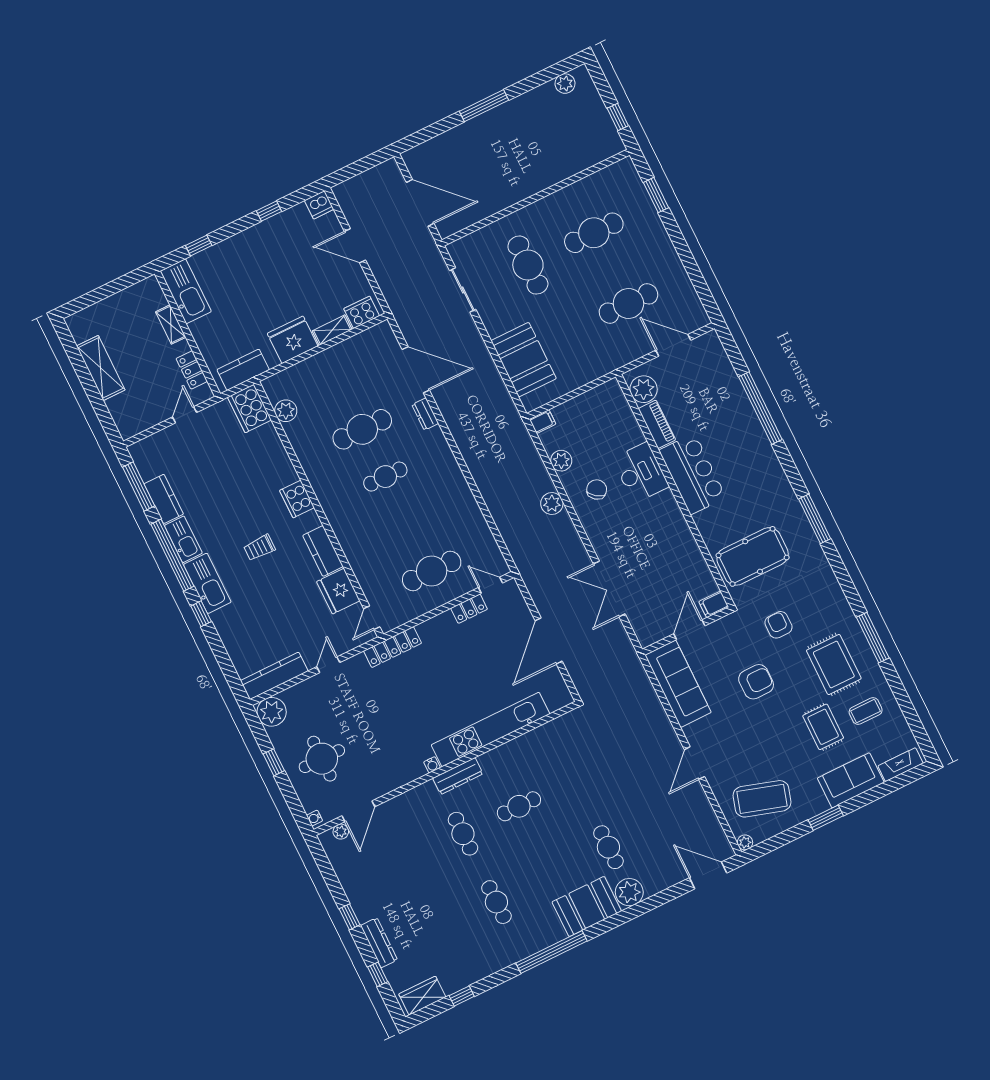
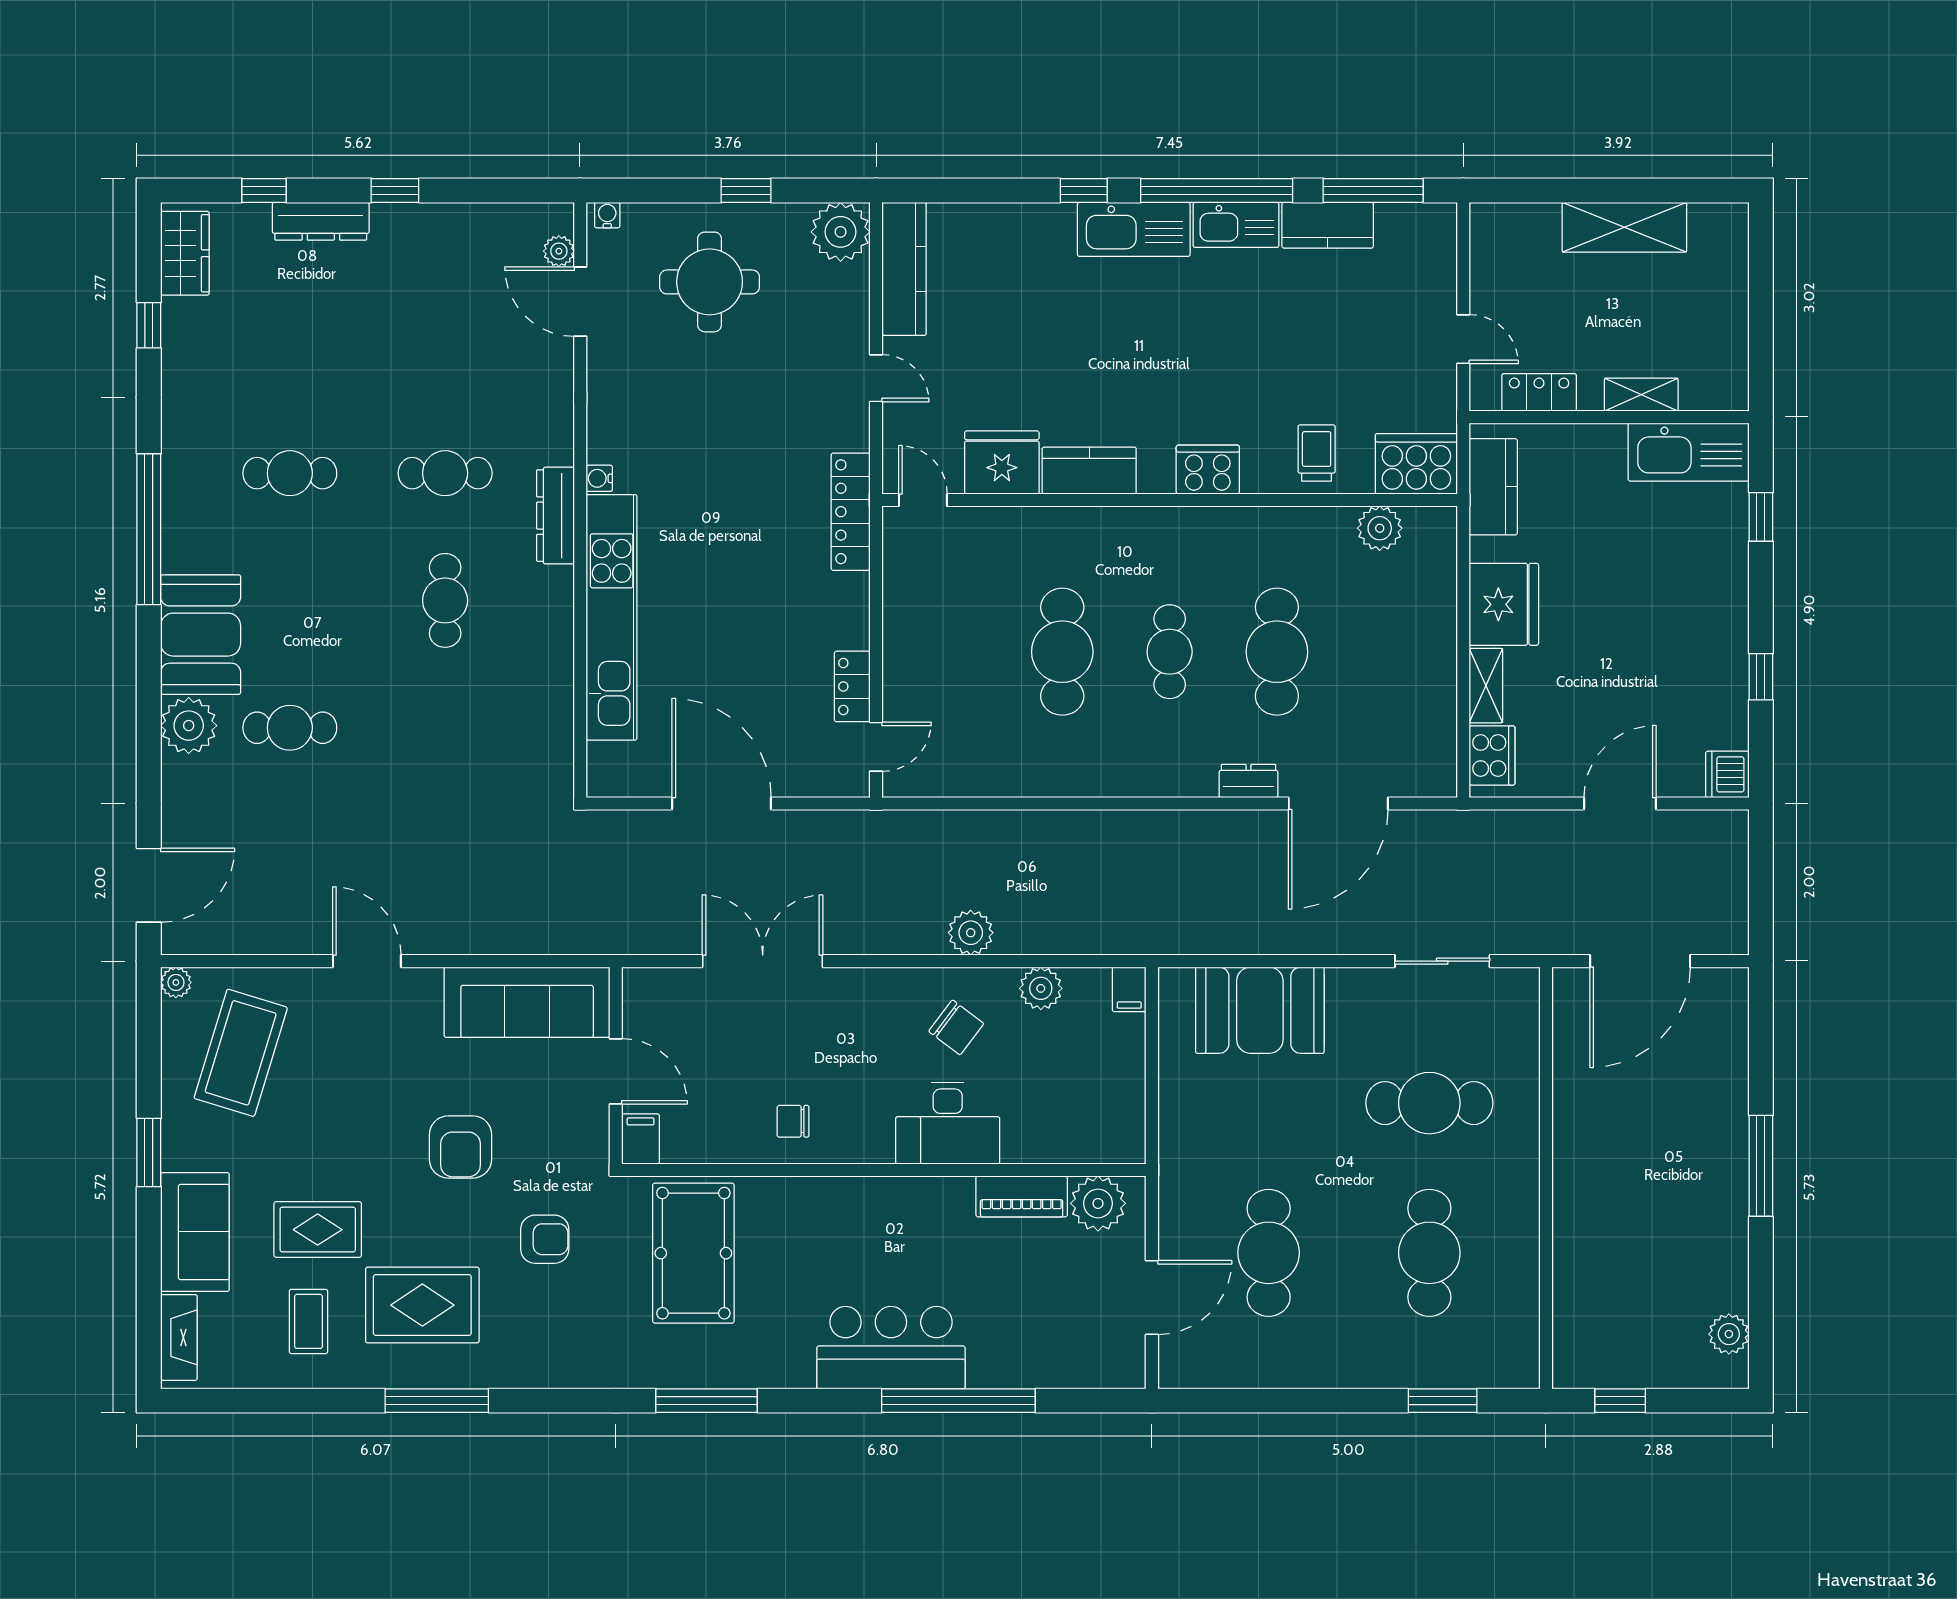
bar counter: (692, 474) -> (891, 1348), moved, turned 180
chair: (673, 541) -> (793, 1121), added
trolley: (259, 548) -> (1317, 453), moved
cafe table: (432, 571) -> (1062, 652), moved

